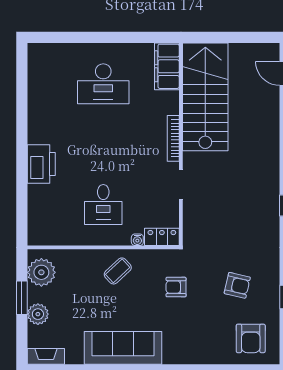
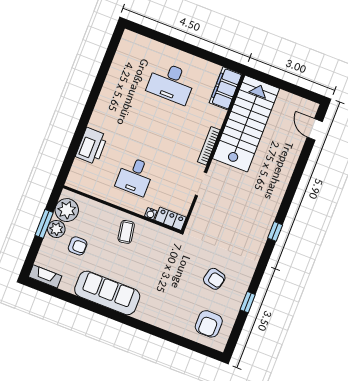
printer: (41, 164) -> (92, 146), moved
coffee table: (118, 271) -> (126, 232), turned -57
armchair: (176, 287) -> (78, 246), moved, turned 180
plant: (38, 314) -> (56, 229), moved

